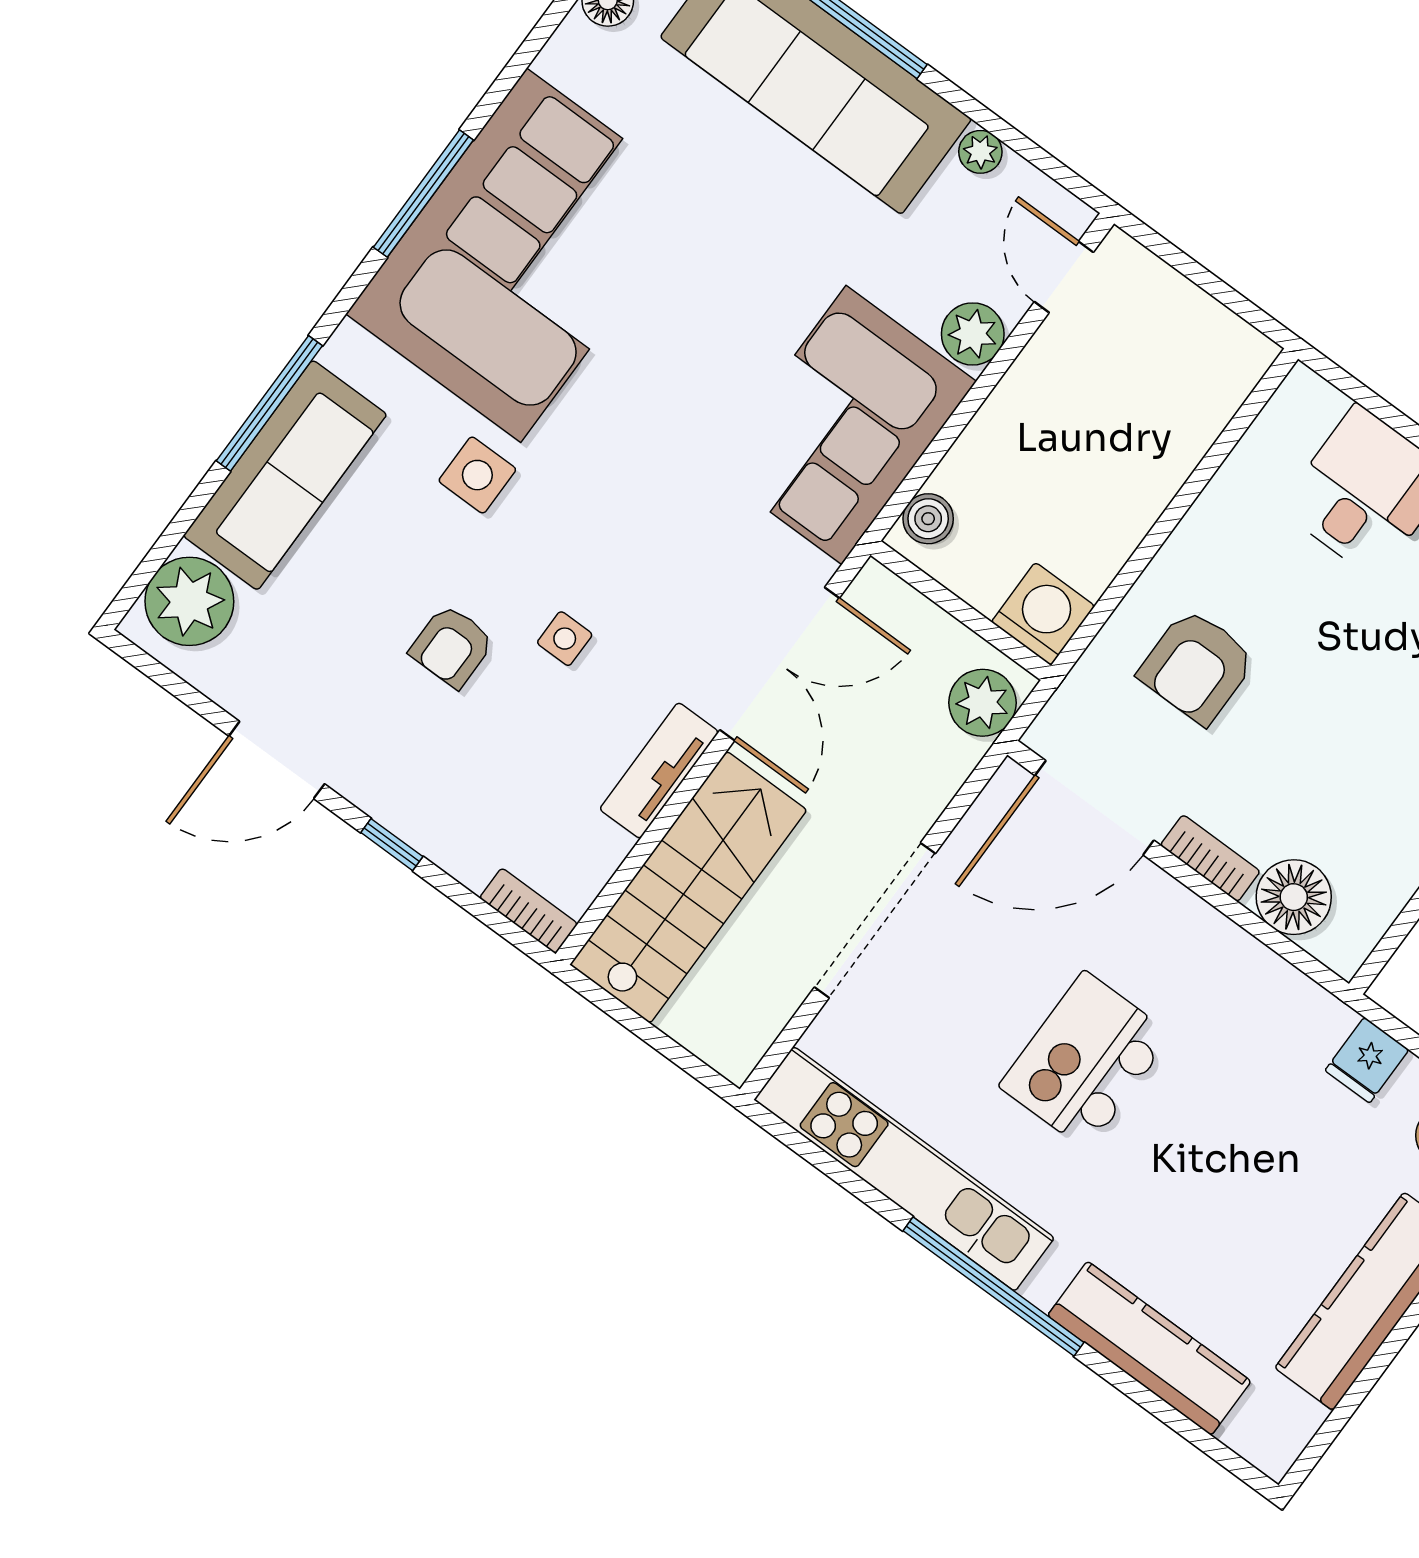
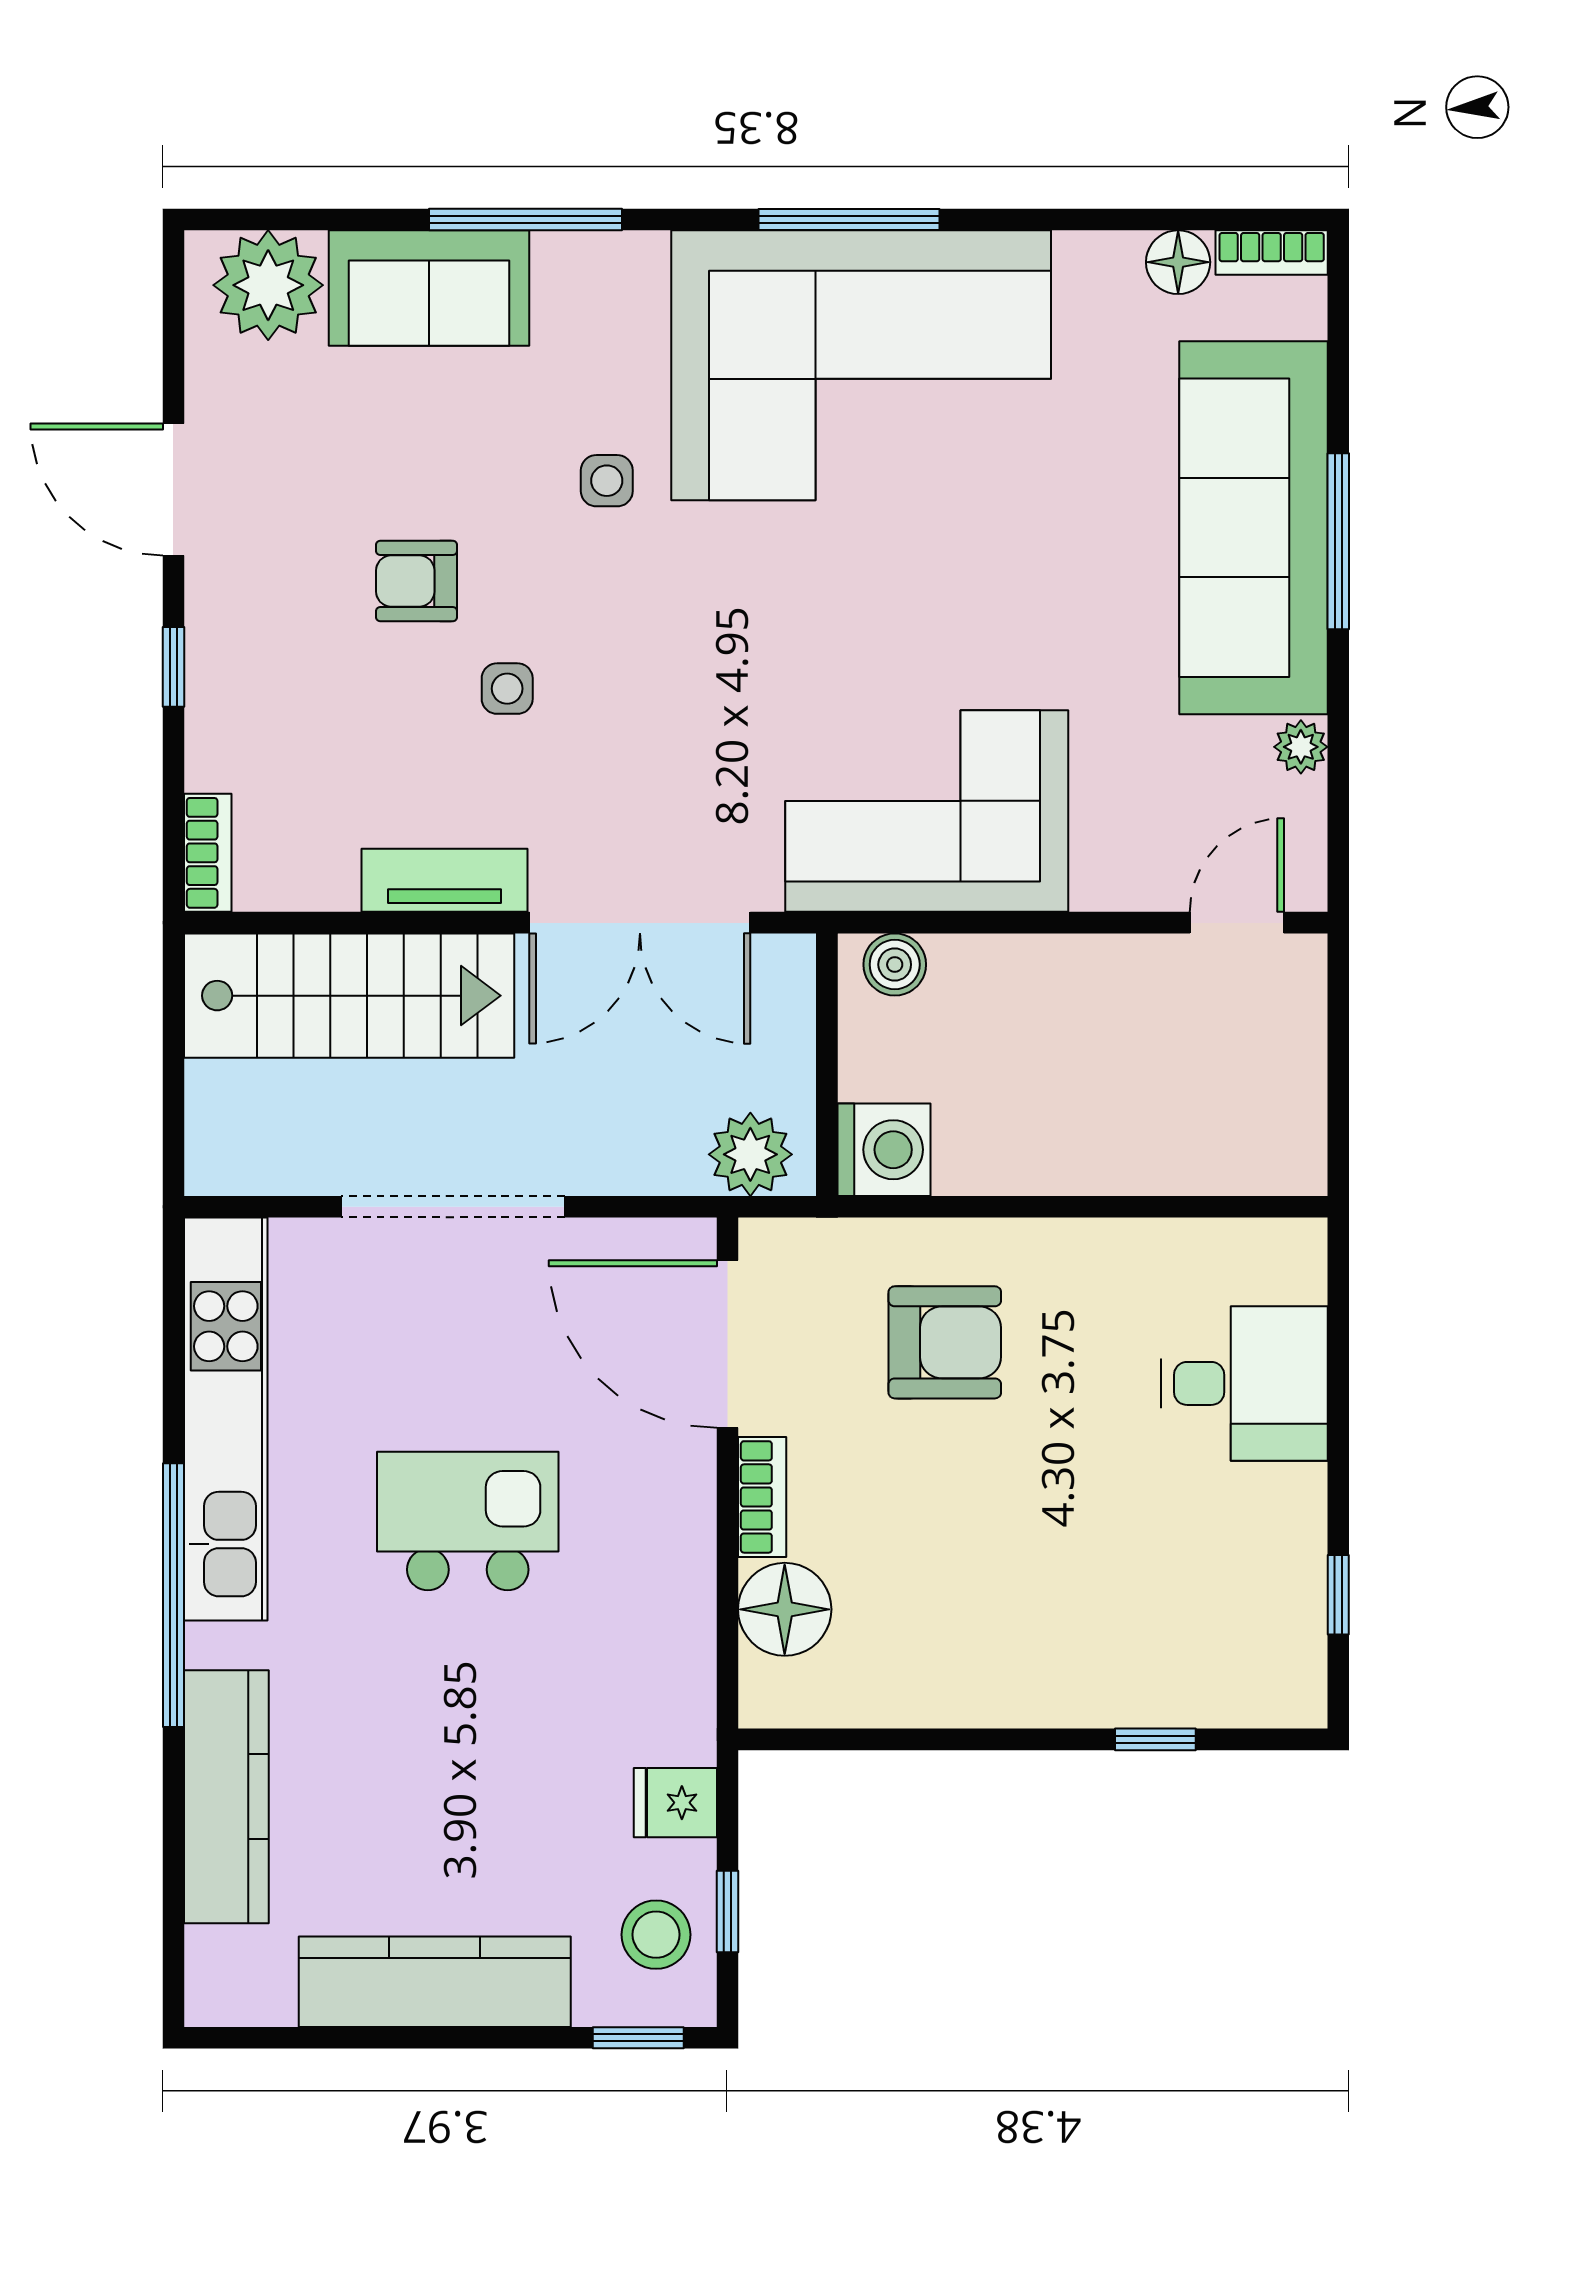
plant: (973, 334) -> (1113, 873), removed
sofa: (285, 475) -> (429, 288), width x0.73
side table: (477, 475) -> (607, 481), width x0.73, depth x0.73
armchair: (1197, 666) -> (945, 1342), turned 180

